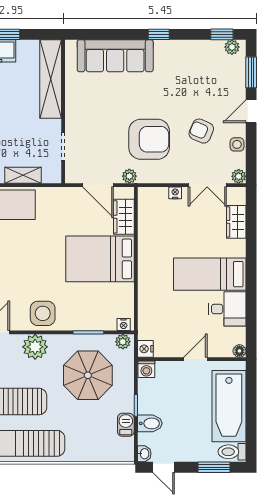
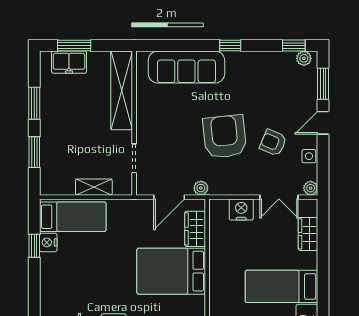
armchair: (149, 139) -> (225, 137), moved, turned -96
door: (98, 185) -> (169, 197), hinge flipped
nightstand: (175, 193) -> (241, 210), width x1.89, depth x1.79

